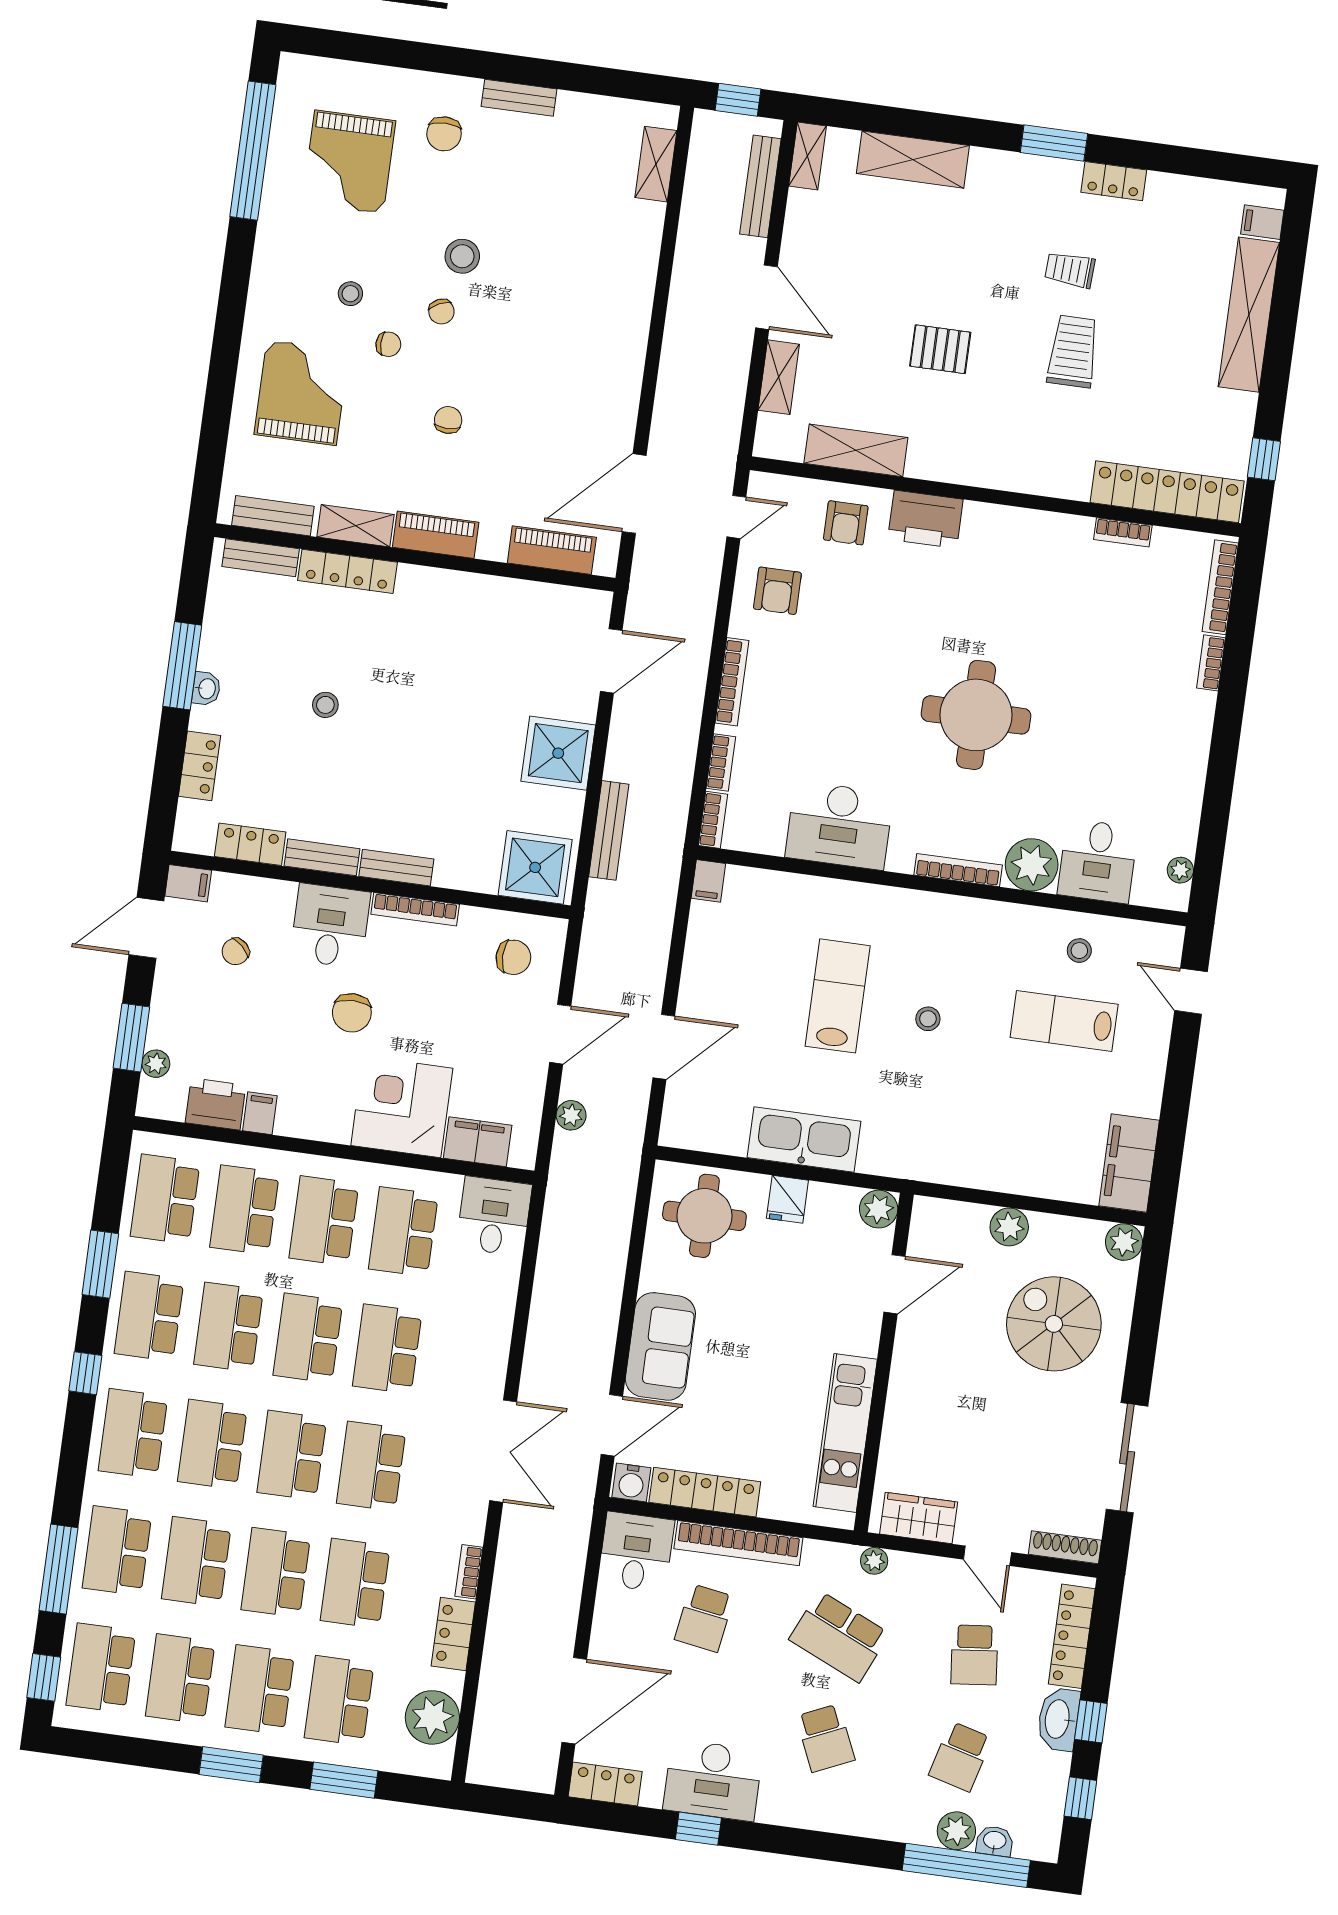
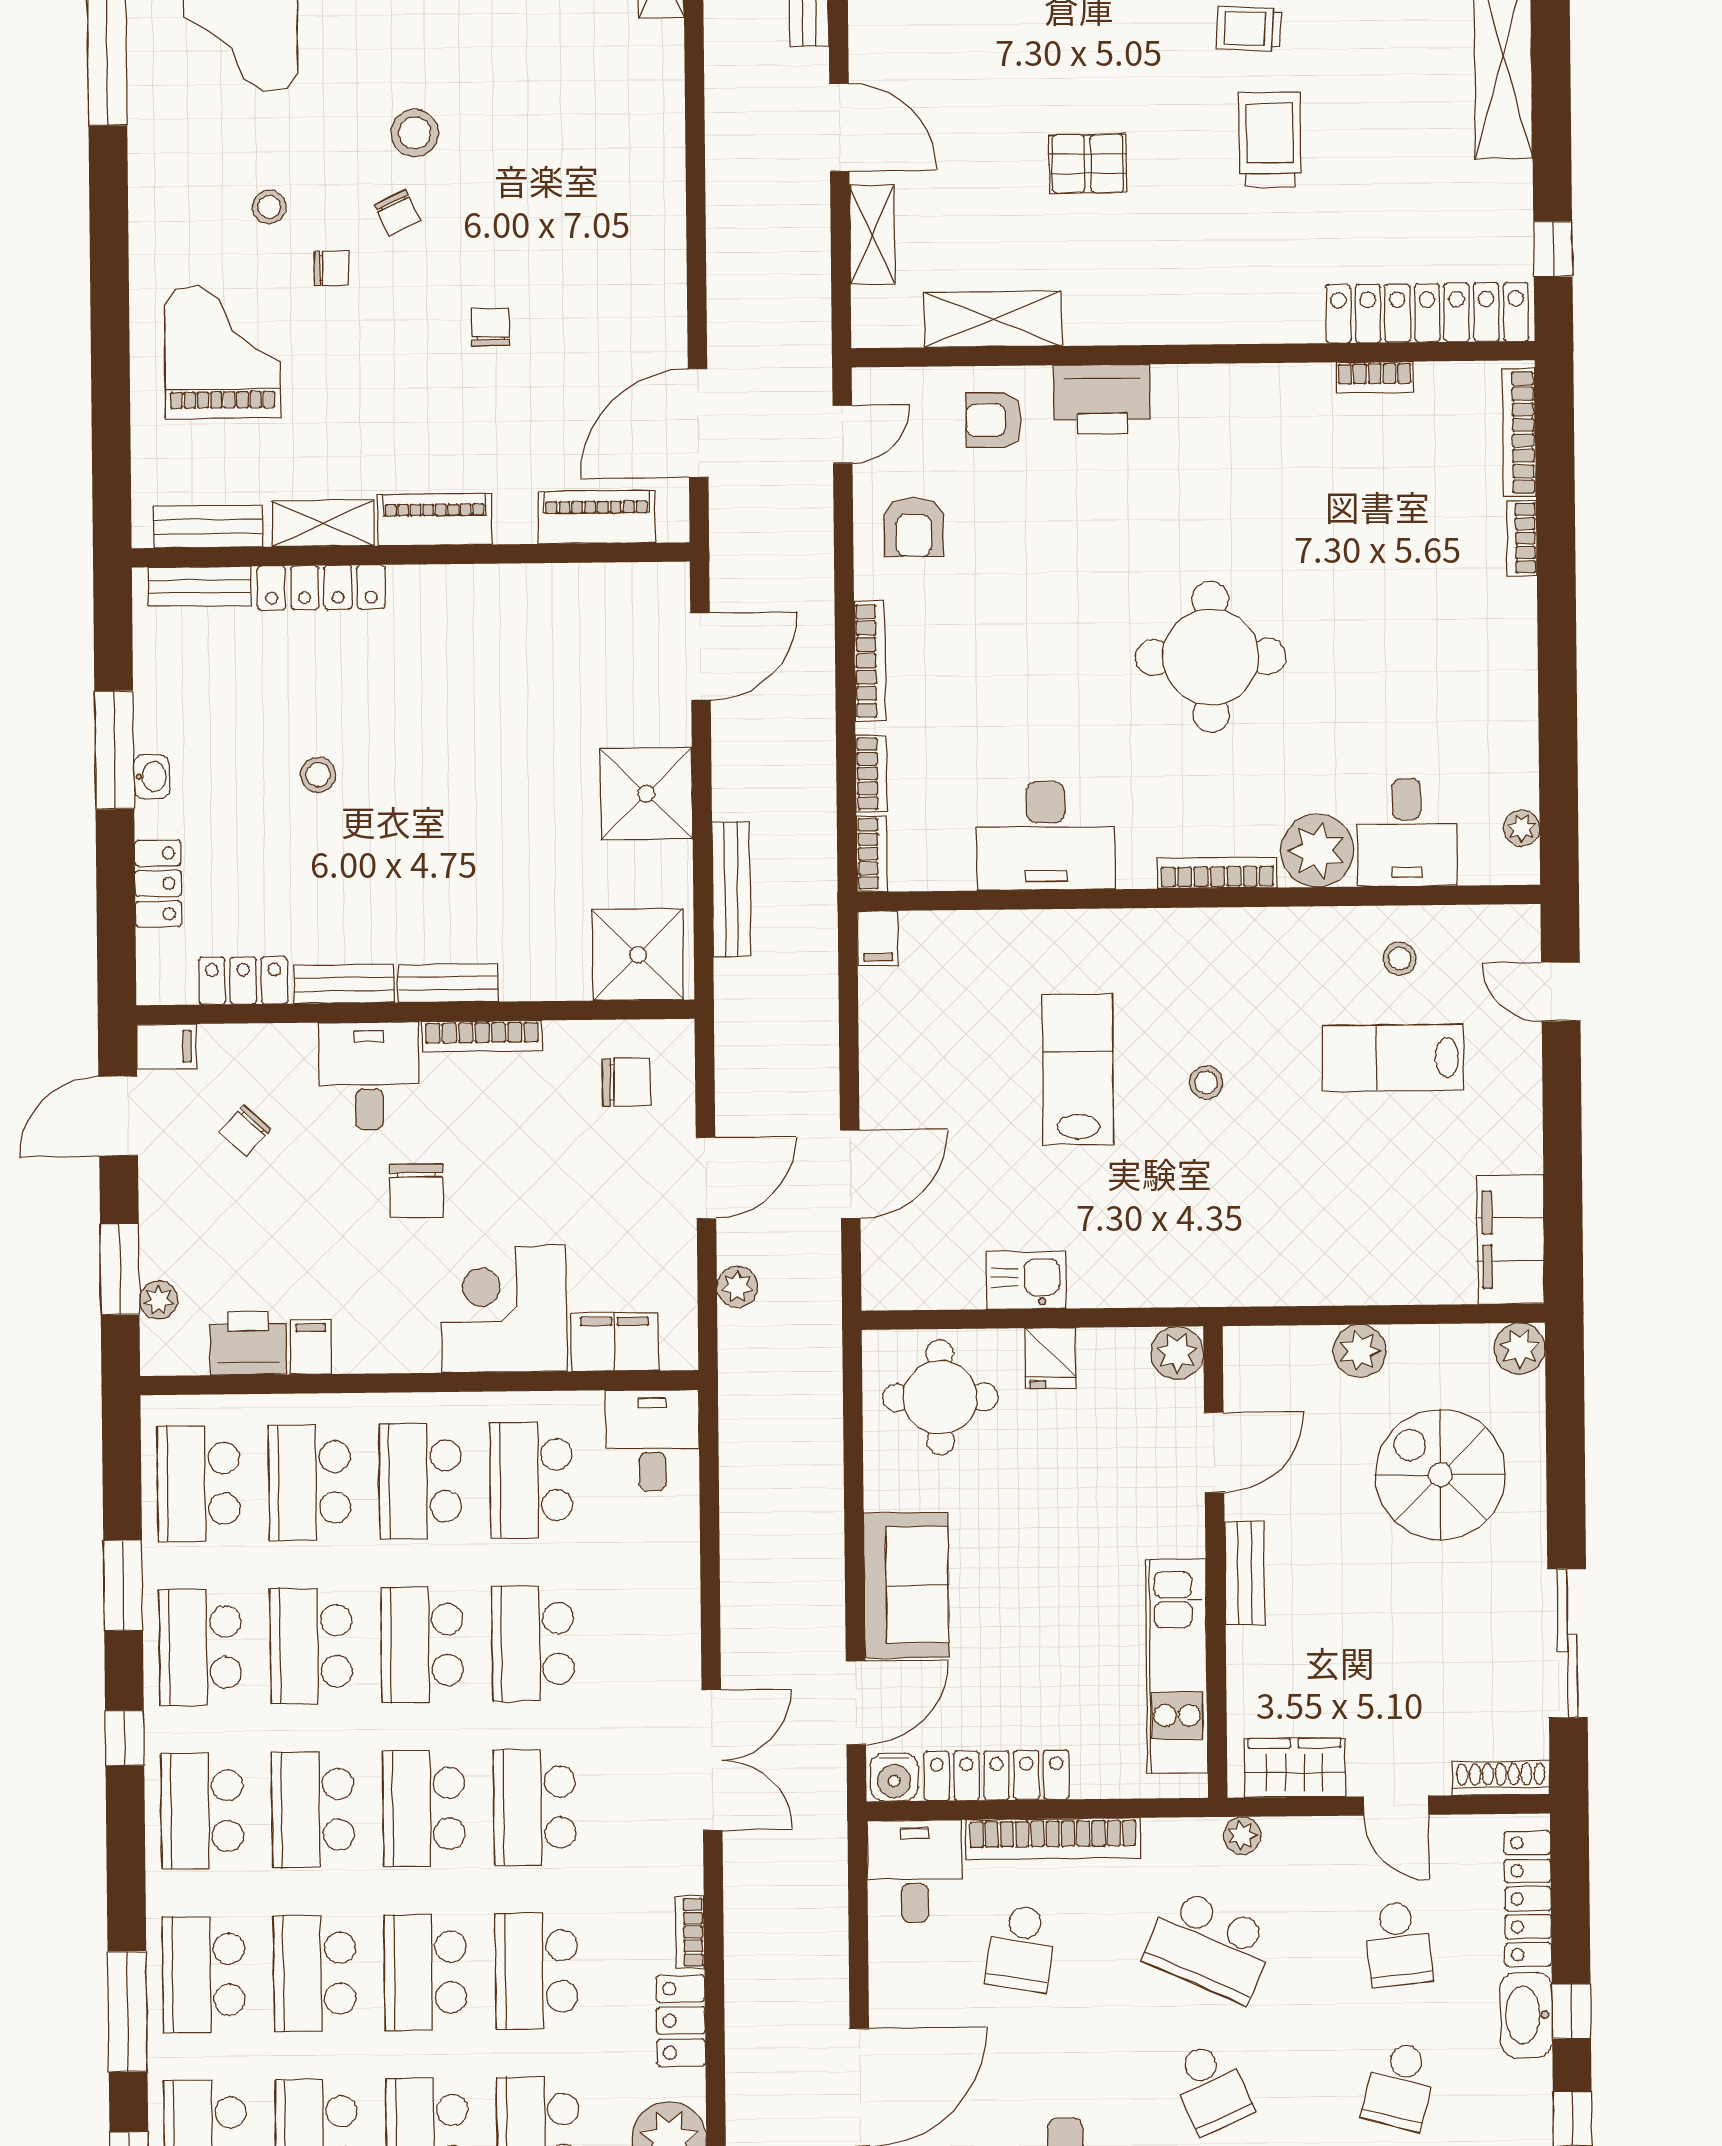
chair: (448, 420) -> (490, 327), moved
armchair: (846, 523) -> (994, 420), turned 90
kitchen sink: (804, 1139) -> (1026, 1280), width x0.53, depth x0.81
bench: (904, 1373) -> (1245, 1573), added

